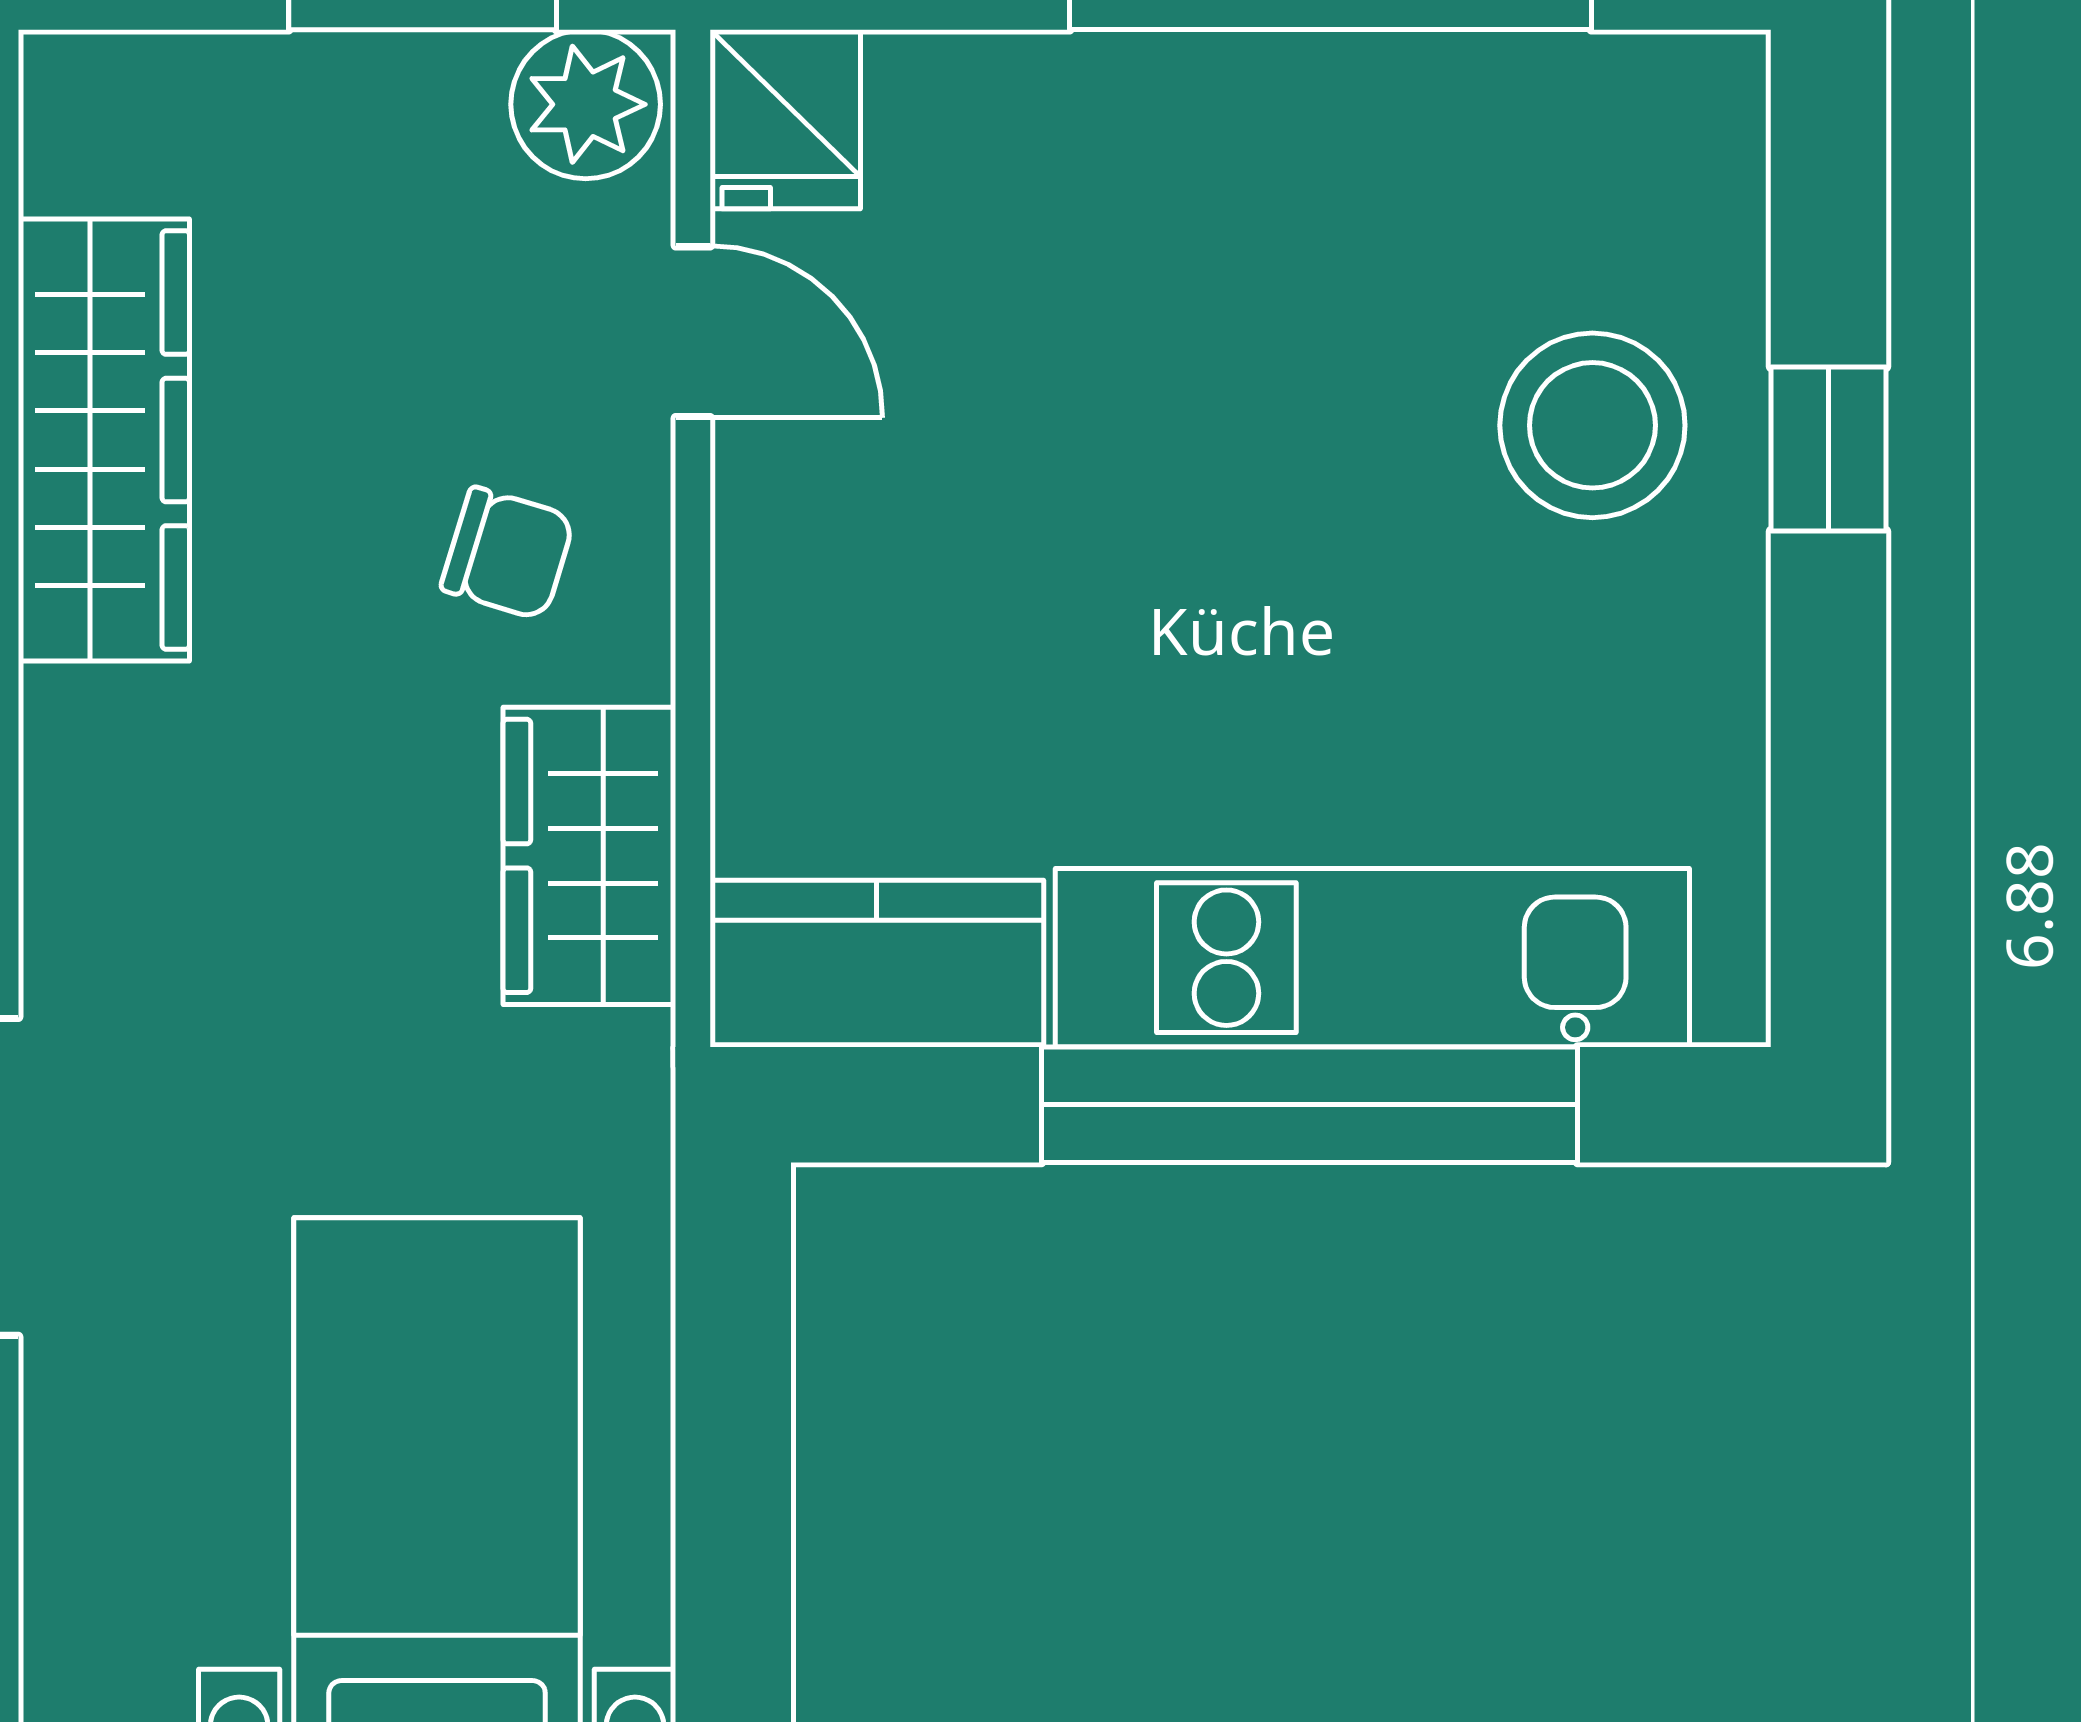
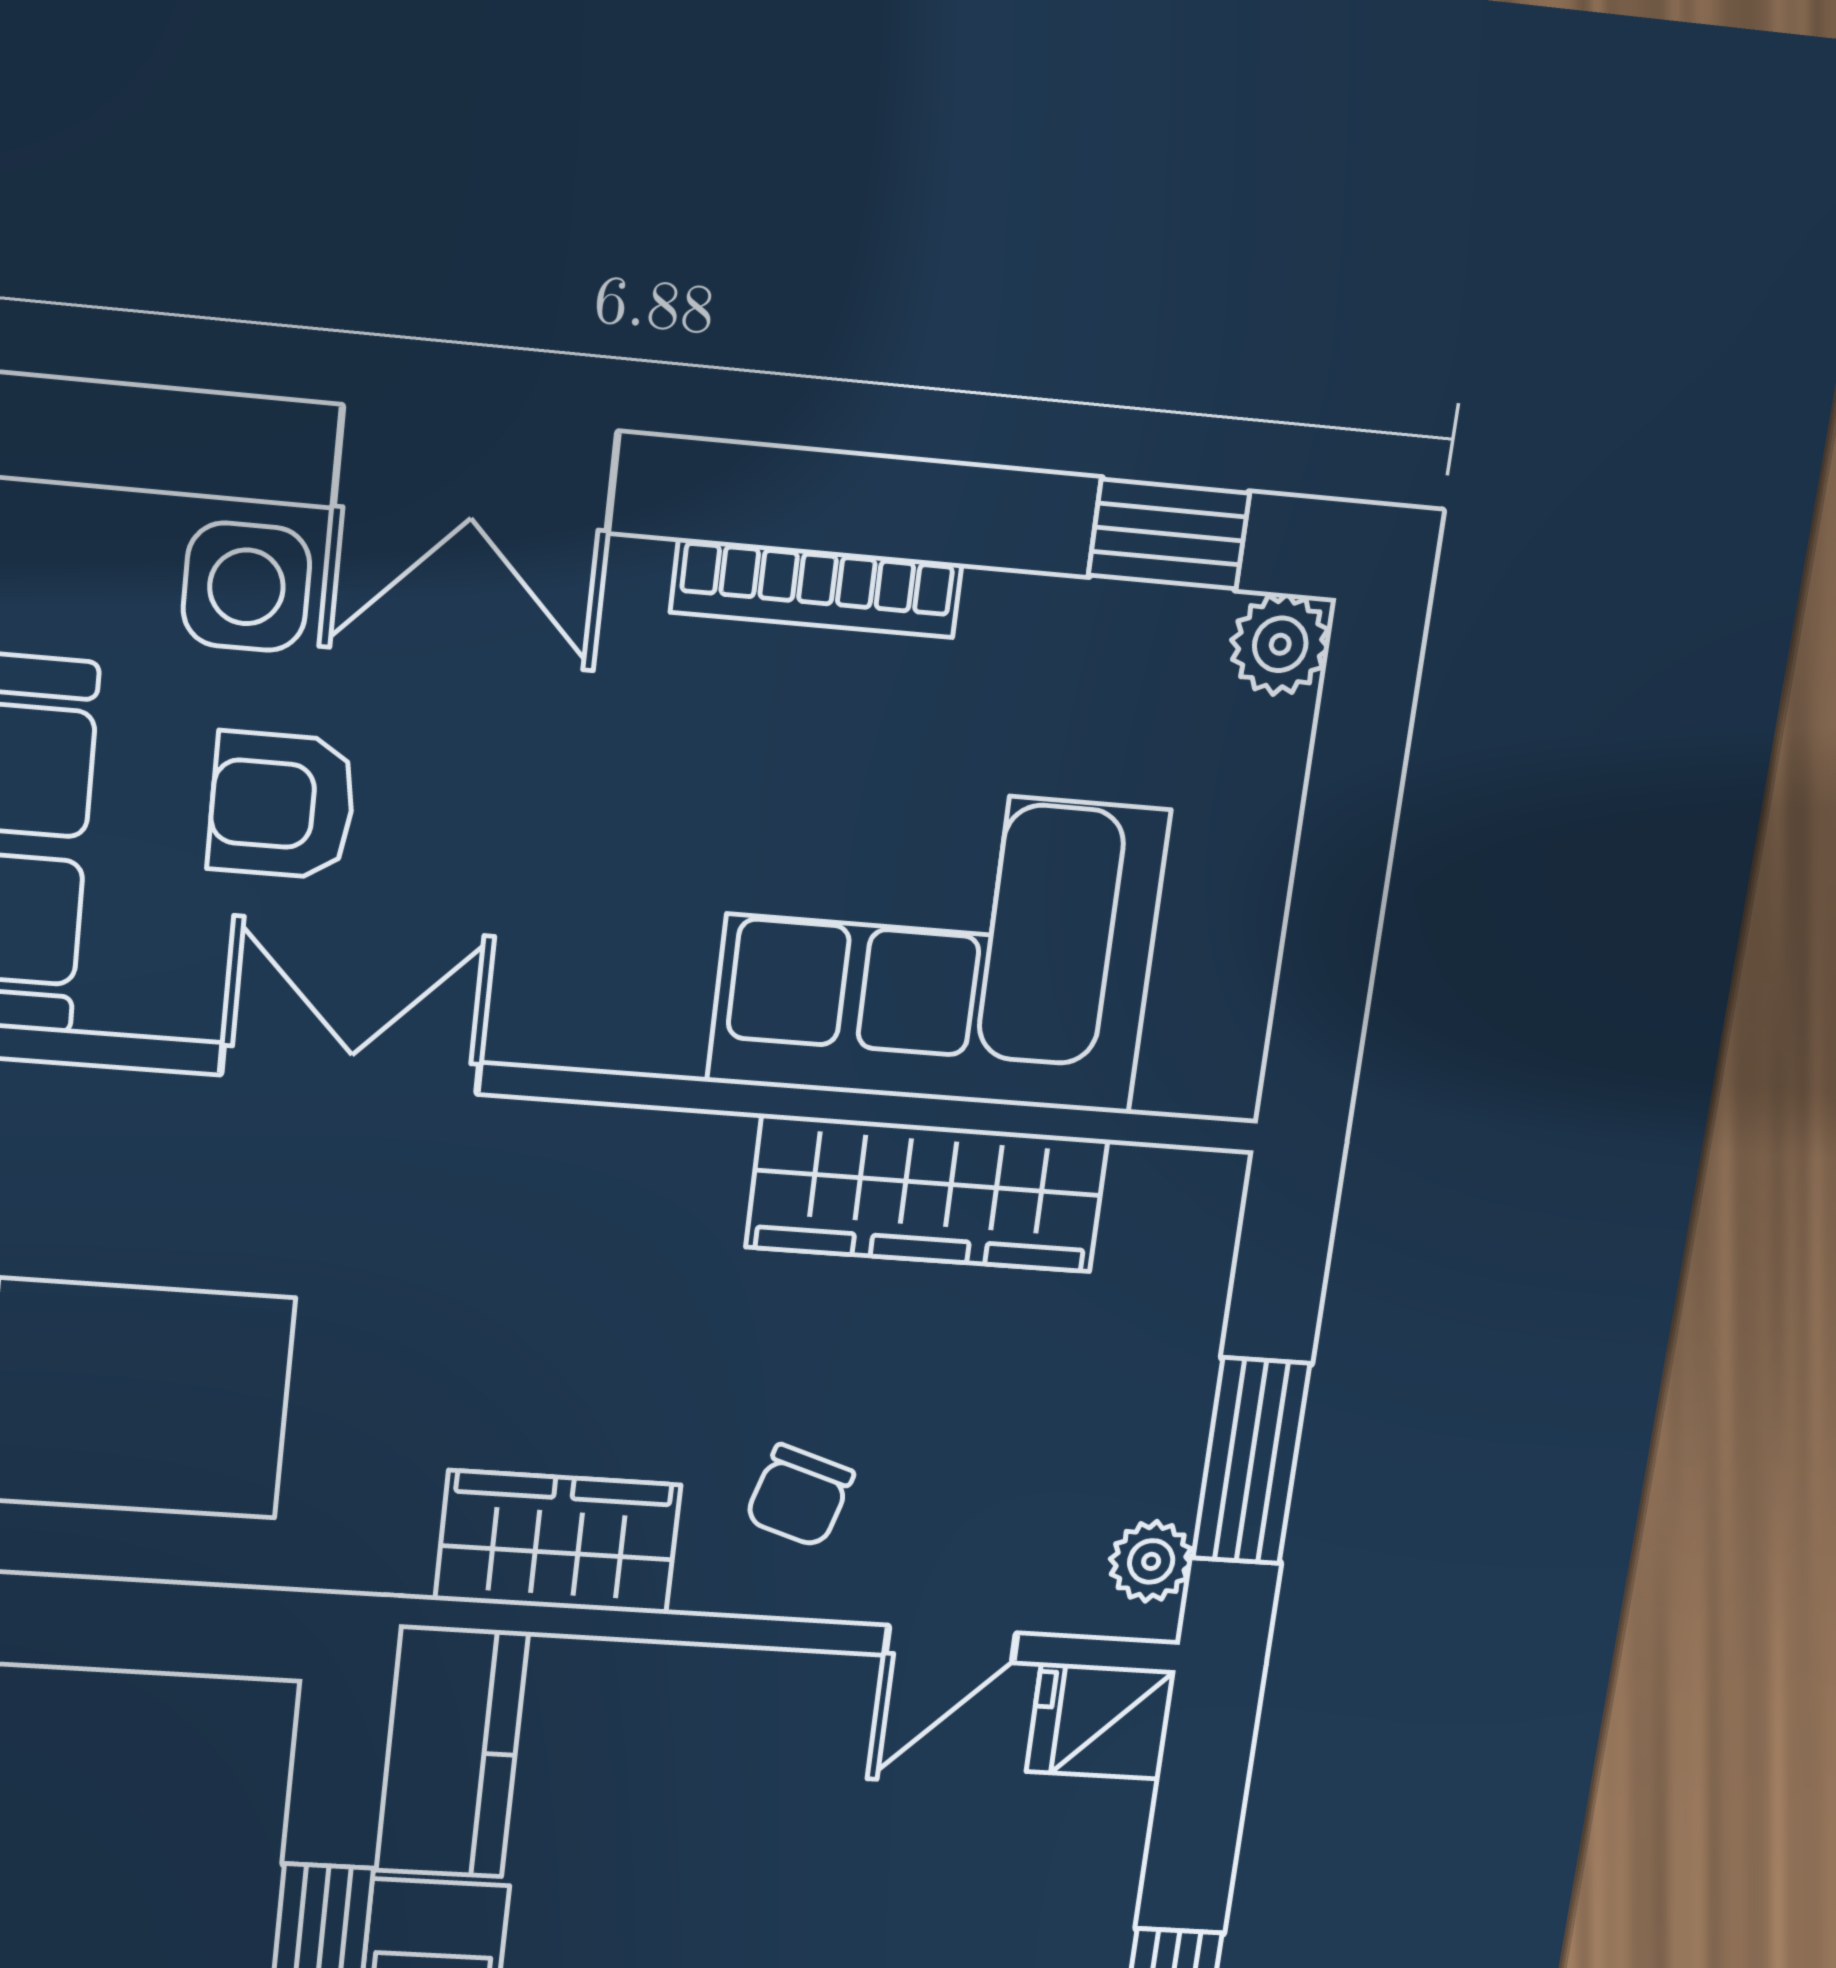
plant: (586, 104) -> (1151, 1561), width x0.73, depth x0.73

